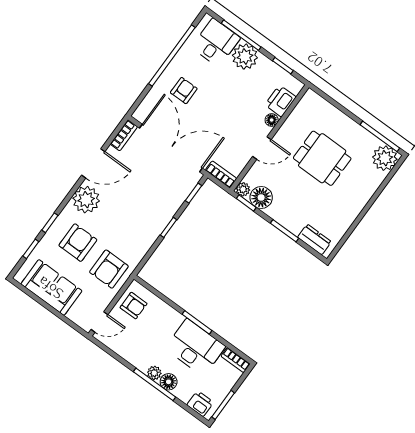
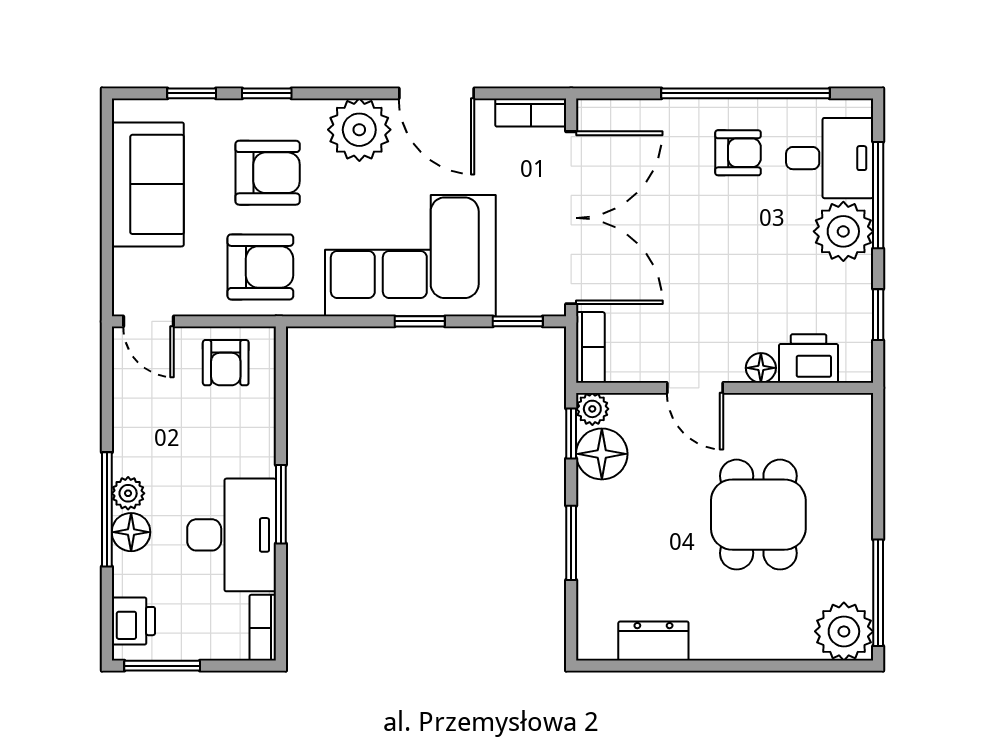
armchair: (184, 91) -> (738, 153), moved
corner sofa: (143, 214) -> (410, 256), added
dresser: (314, 239) -> (653, 641), moved, turned -90
armchair: (109, 269) -> (260, 267), turned 180

